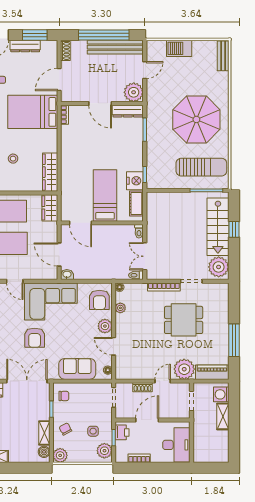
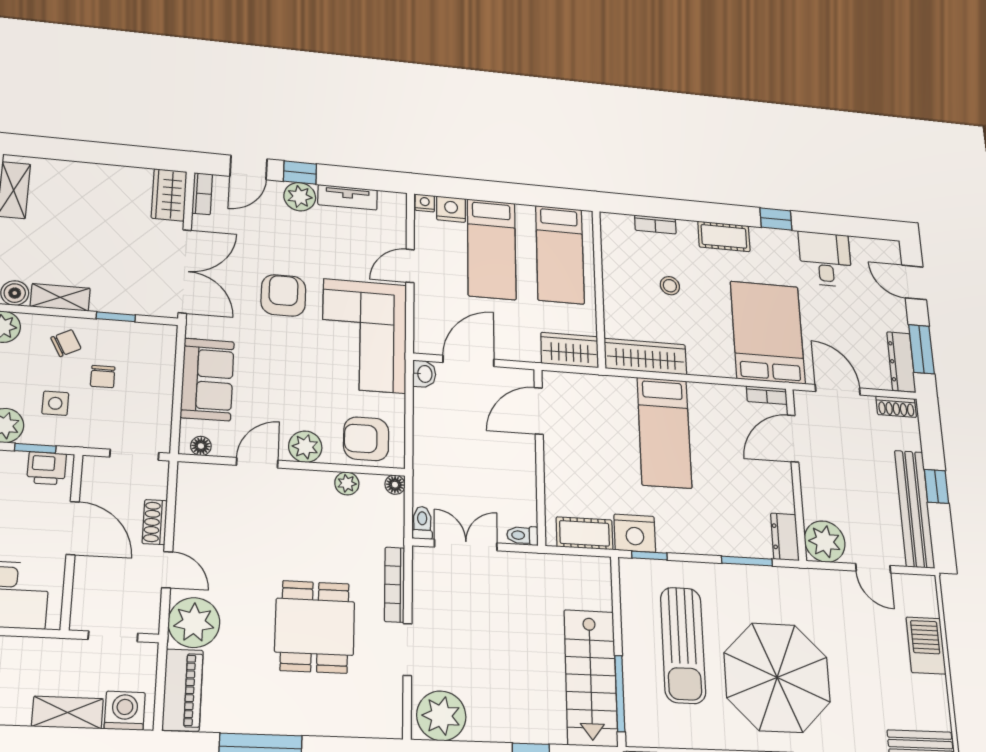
window: (104, 35) -> (936, 486), width x0.32
dresser: (25, 46) -> (901, 362), moved
door: (100, 103) -> (793, 439), moved
dresser: (128, 111) -> (785, 537), width x0.70
sun lounger: (201, 167) -> (683, 645), moved
bed: (105, 195) -> (664, 432), moved, turned 90
stairs: (218, 227) -> (591, 678), moved, turned -90
armchair: (35, 338) -> (283, 295), turned 90
chair: (64, 396) -> (103, 377), moved

